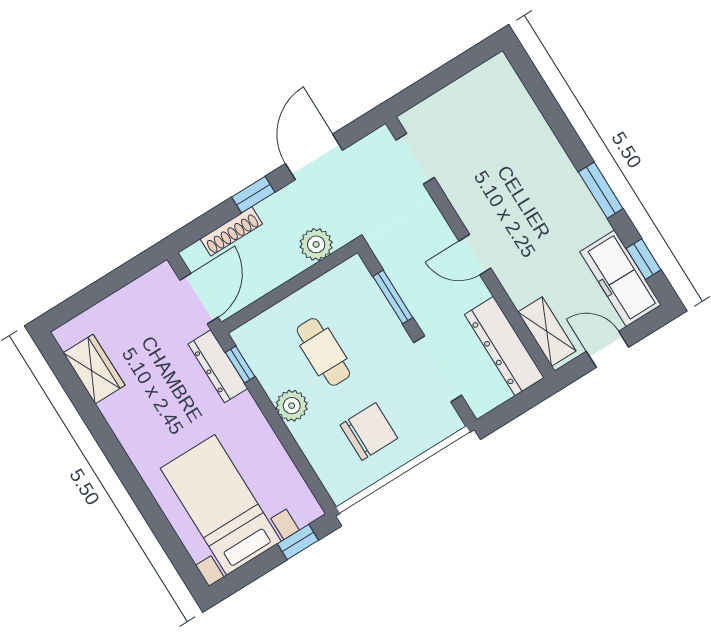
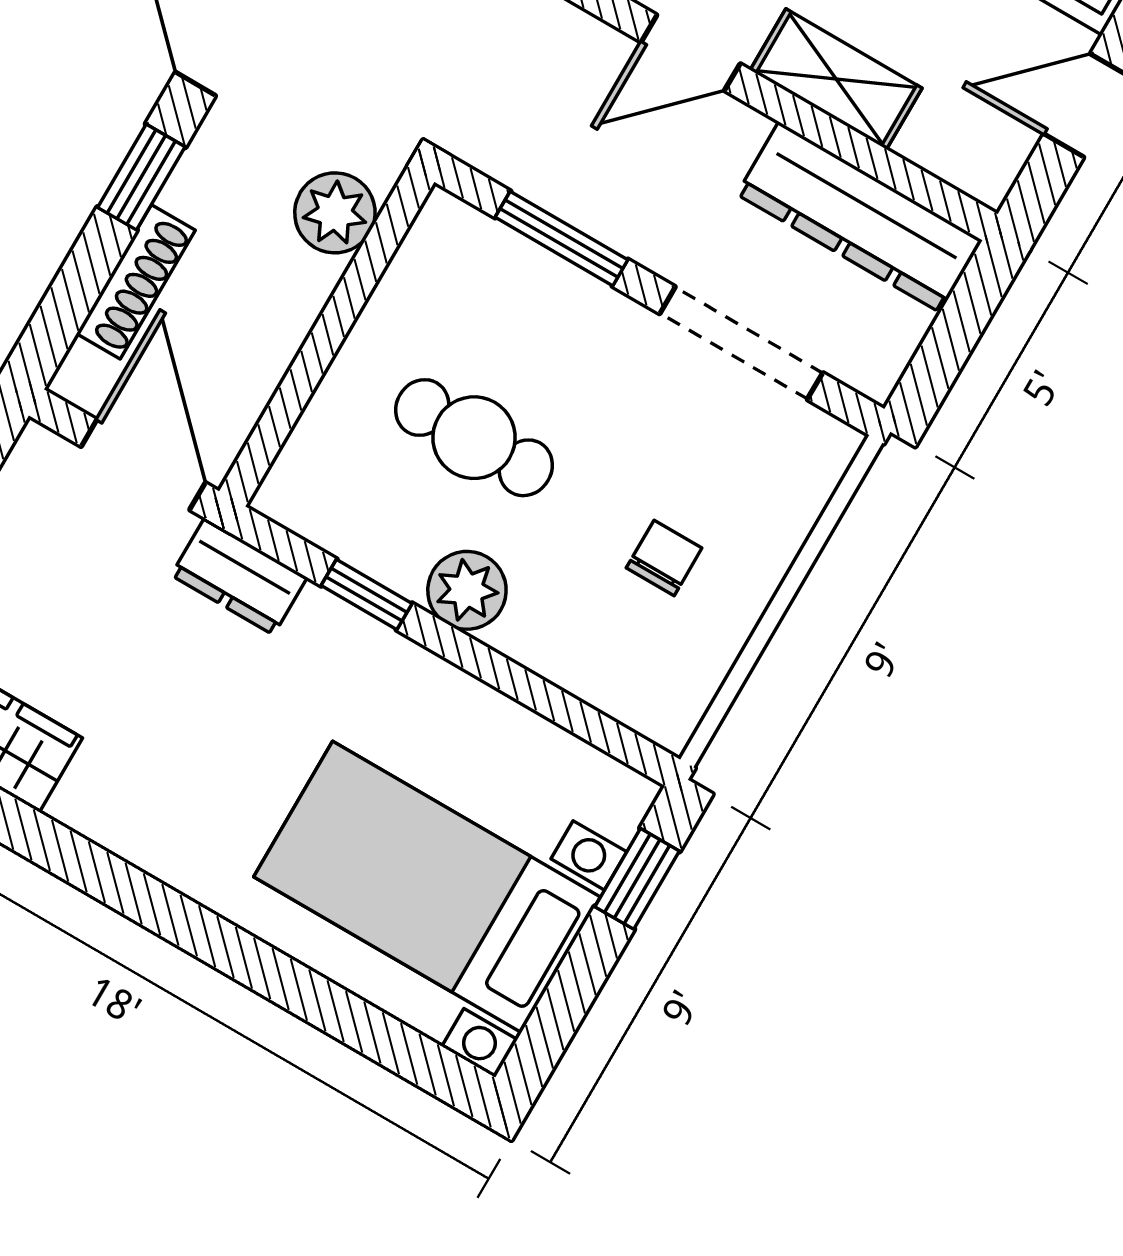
shelving: (547, 332) -> (836, 79), moved
window: (240, 365) -> (367, 595), moved
dresser: (218, 366) -> (239, 576), width x0.70
chair: (369, 432) -> (664, 558), width x0.54, depth x0.54

